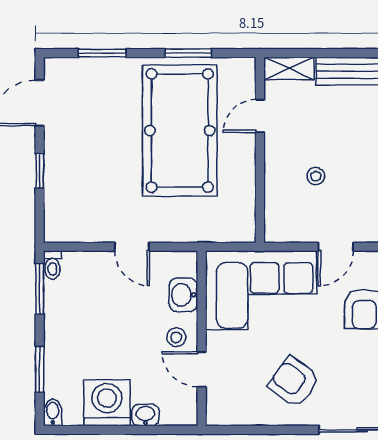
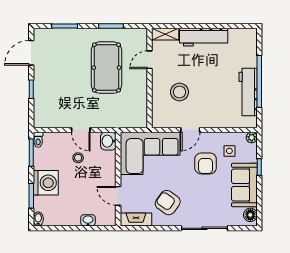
pool table: (180, 131) -> (106, 68), width x0.73, depth x0.76
stool: (316, 176) -> (180, 92), width x1.89, depth x1.89
washbasin: (183, 295) -> (108, 141), moved
stool: (176, 337) -> (78, 158), moved
washing machine: (107, 403) -> (46, 183), moved, turned 90
fireplace: (235, 413) -> (136, 219), added

